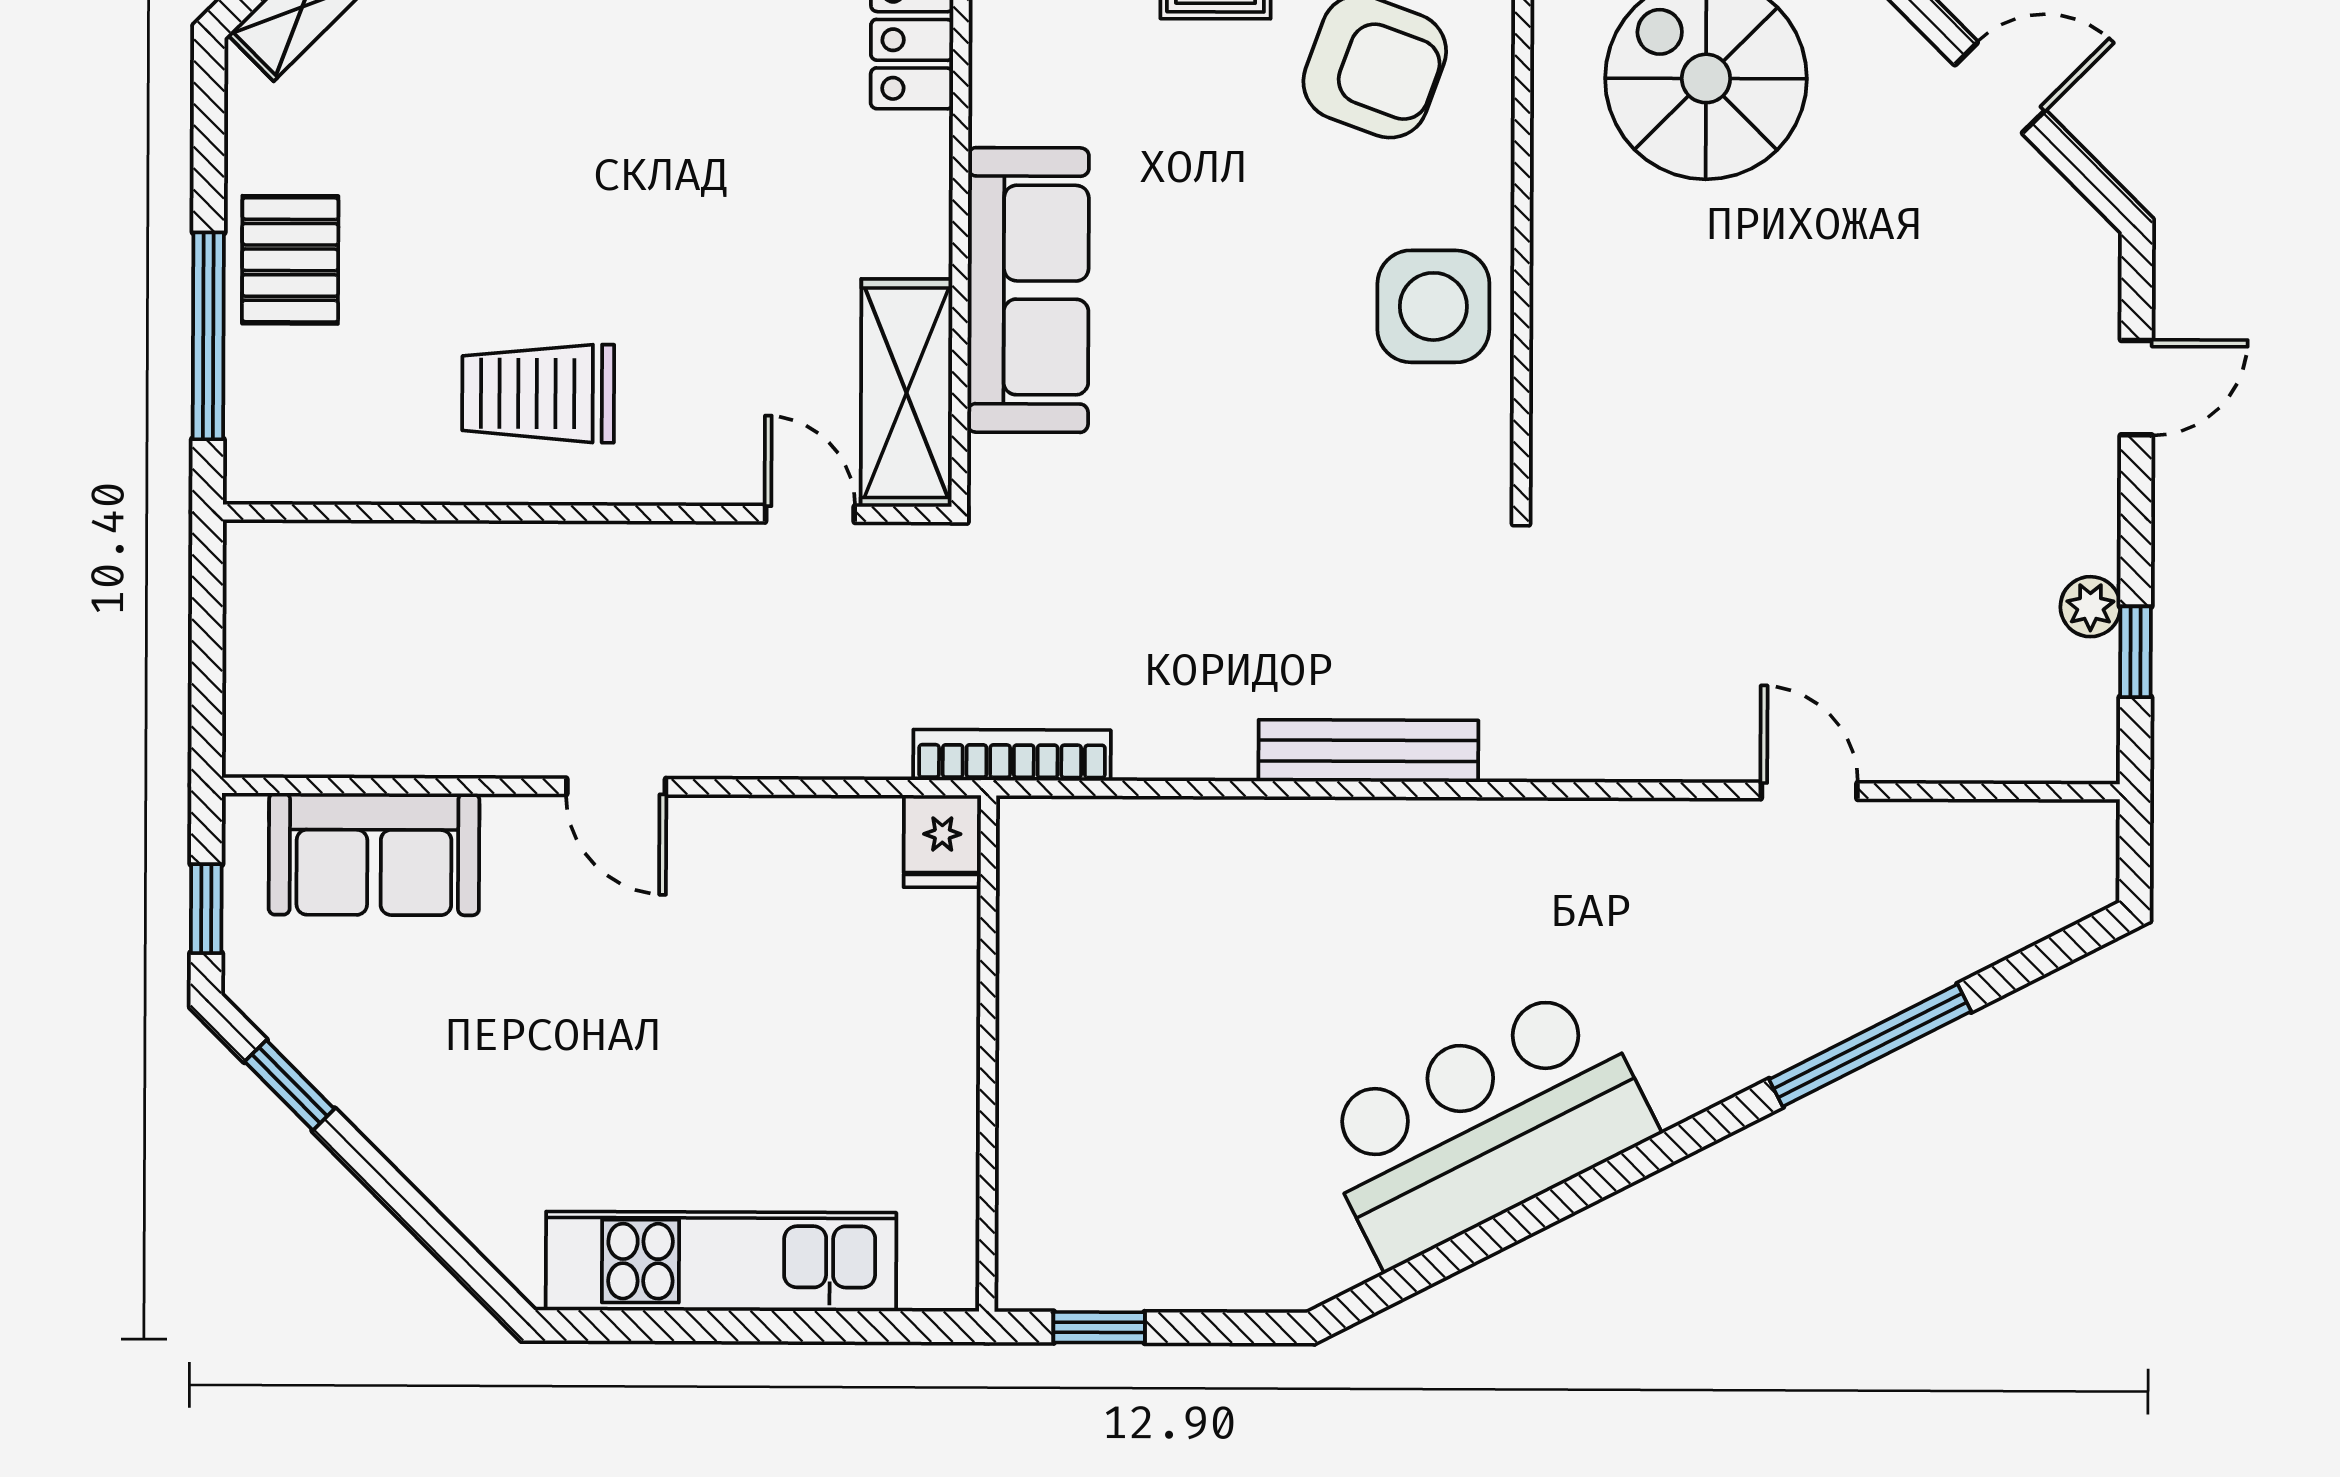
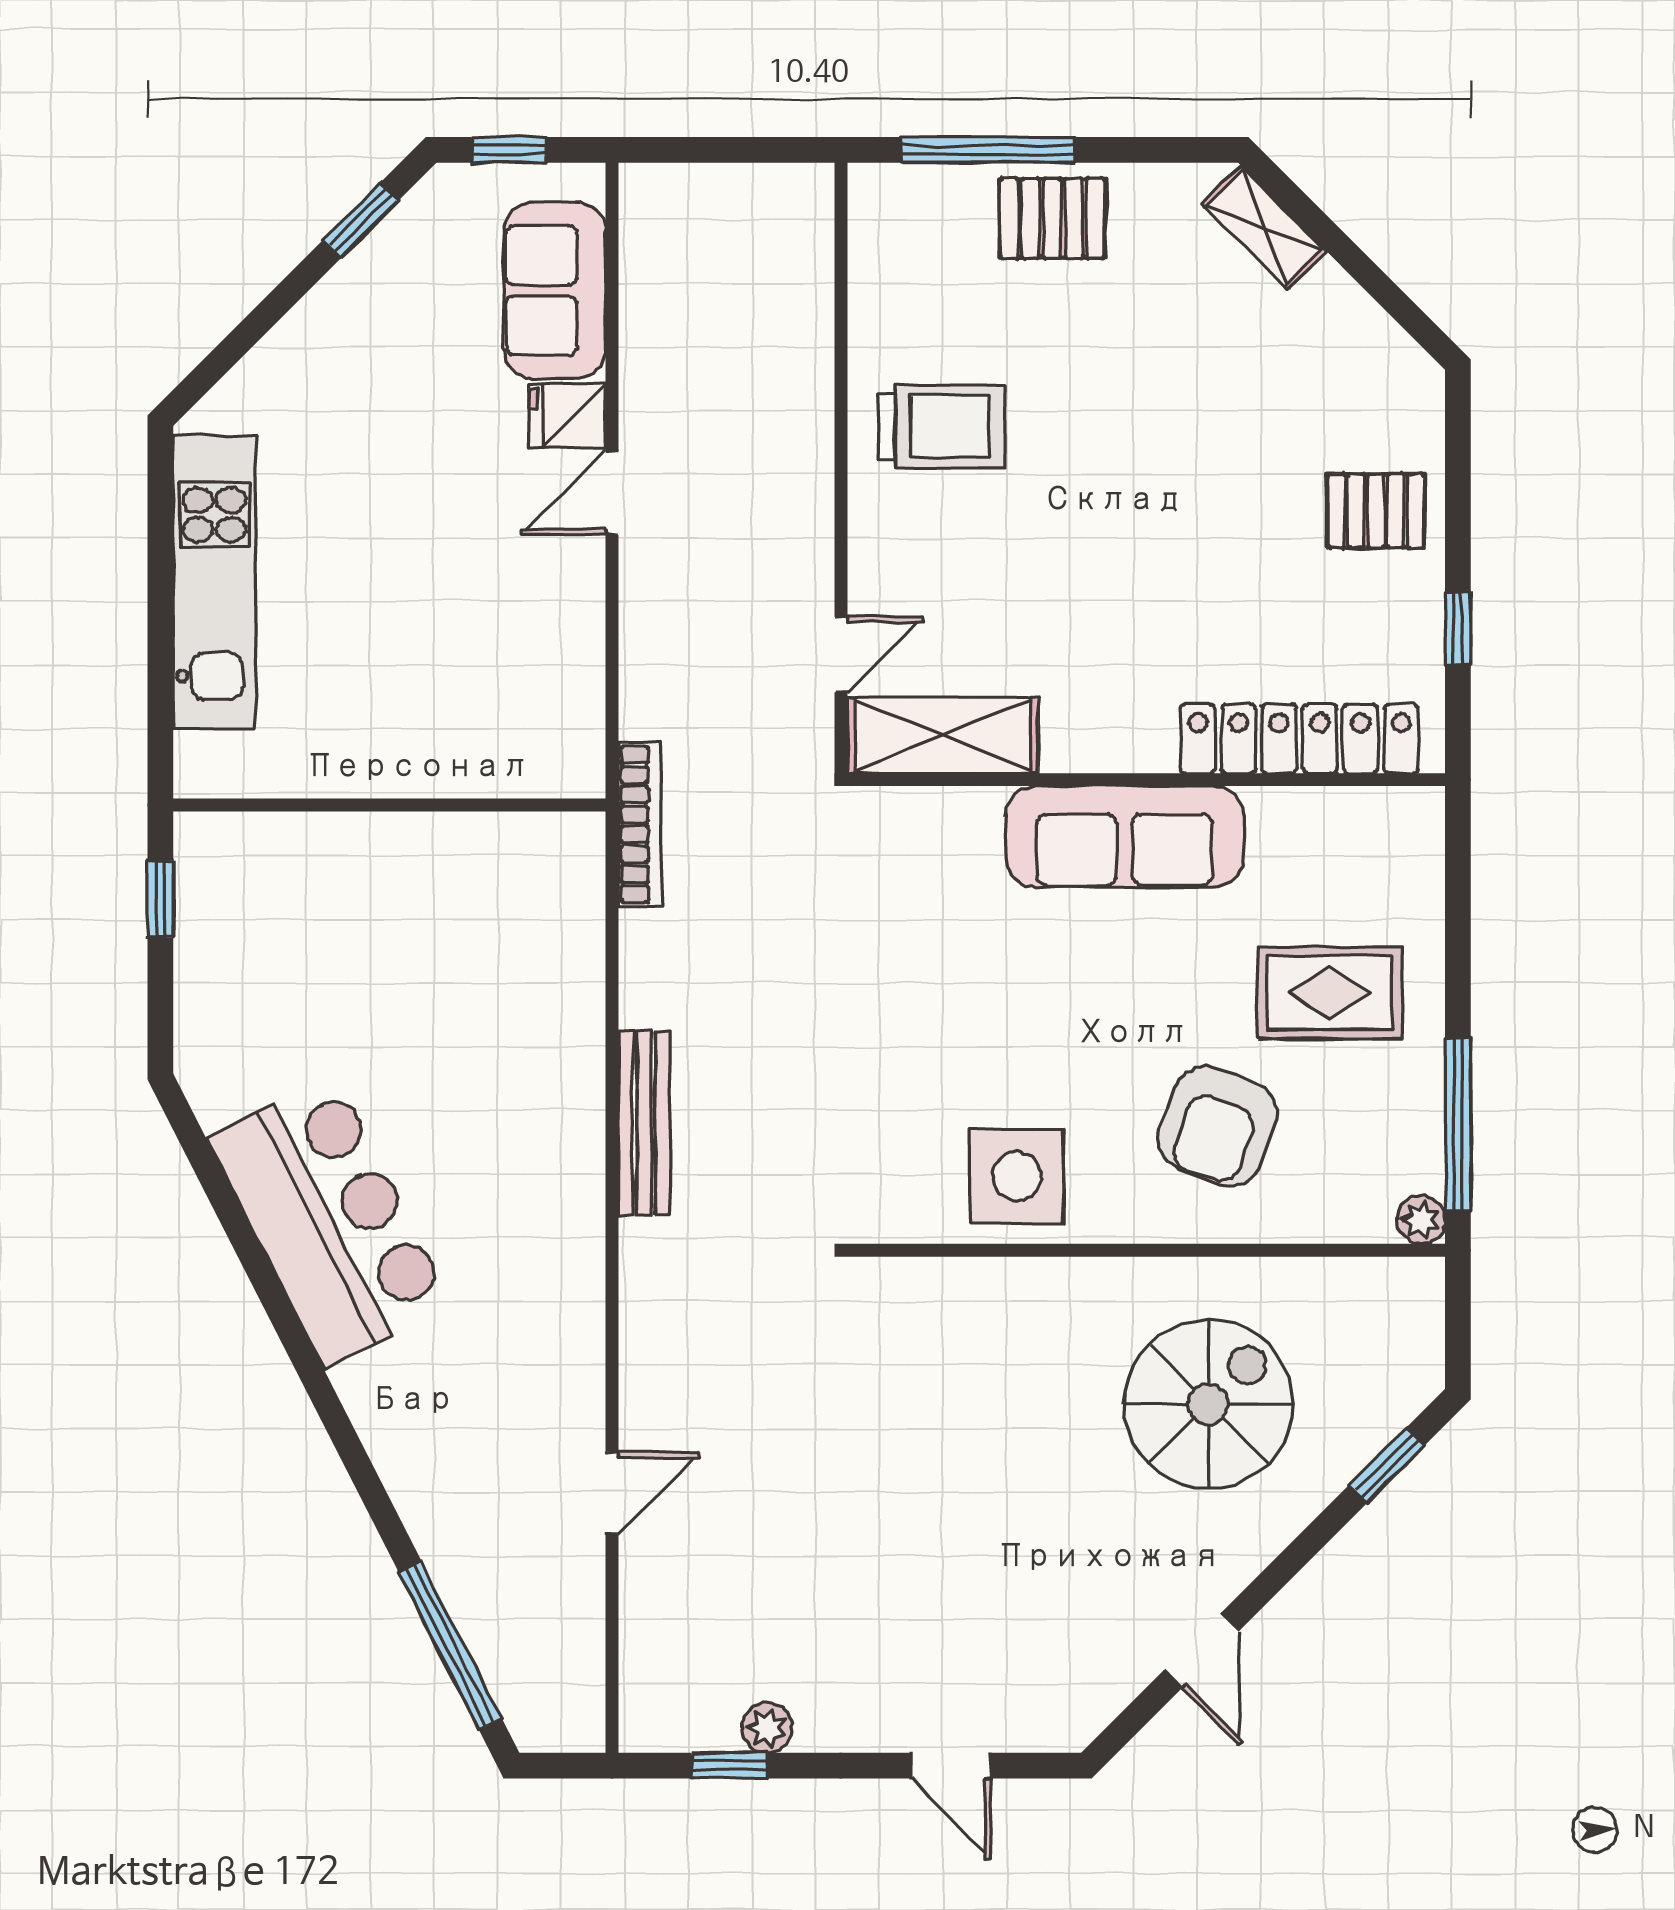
sofa: (1028, 290) -> (1125, 837), moved
trolley: (538, 393) -> (941, 426), turned 90
fridge: (942, 841) -> (567, 416), moved
window: (1870, 1045) -> (450, 1646), moved

